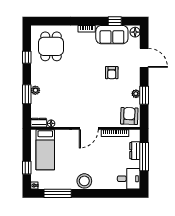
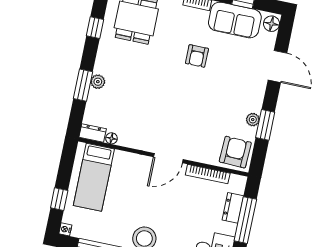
armchair: (112, 73) -> (197, 56), moved

